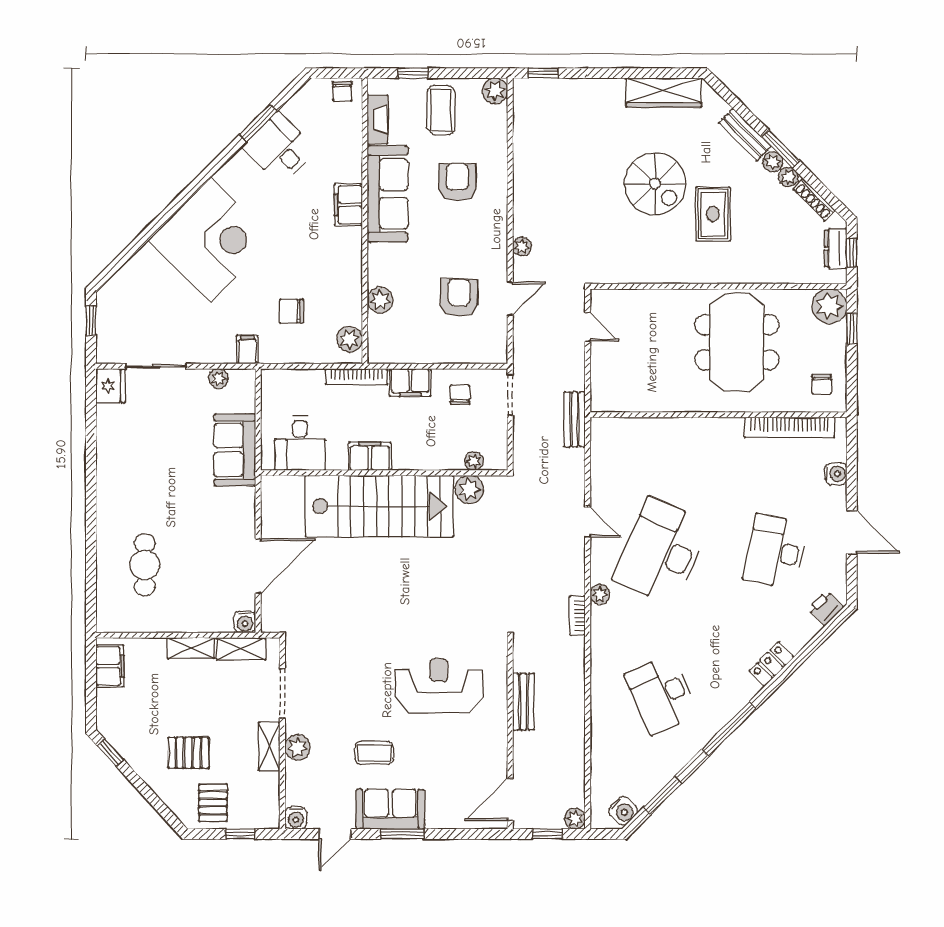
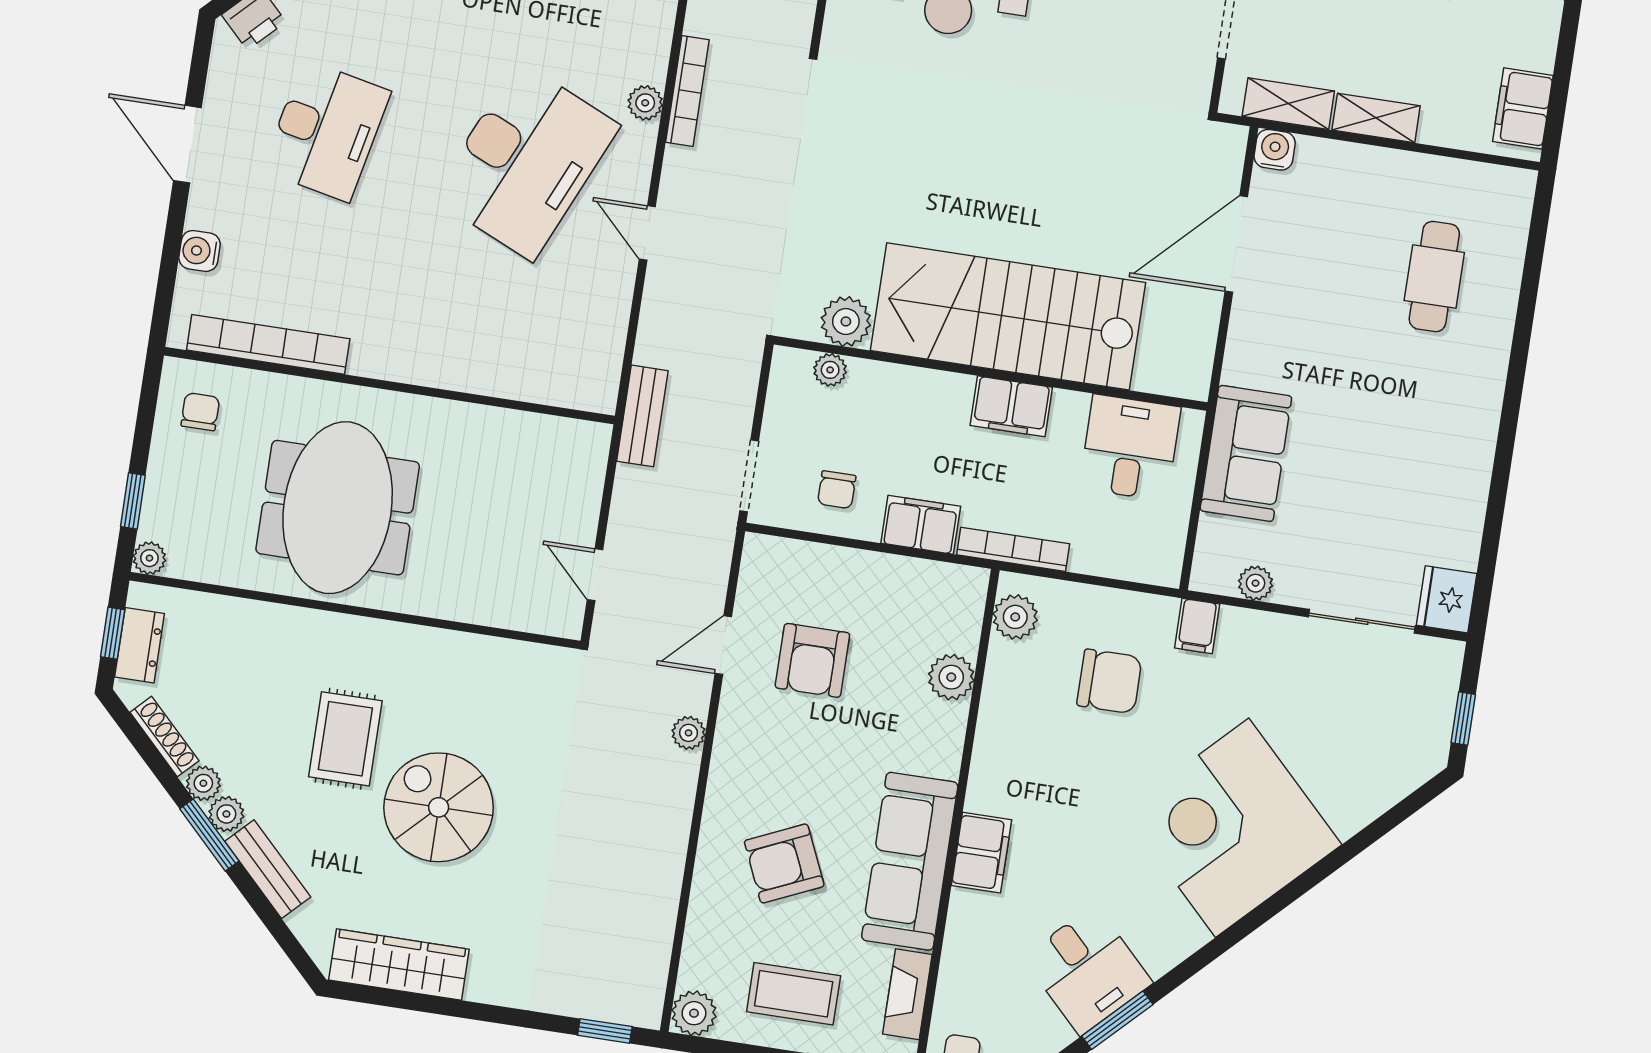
coffee table: (441, 110) -> (794, 994), turned 90
armchair: (457, 182) -> (784, 863), turned 66
plant: (829, 306) -> (149, 558), width x0.53, depth x0.53
chair: (292, 311) -> (1109, 681), width x1.37, depth x1.37
bookcase: (577, 616) -> (687, 91), width x1.56

